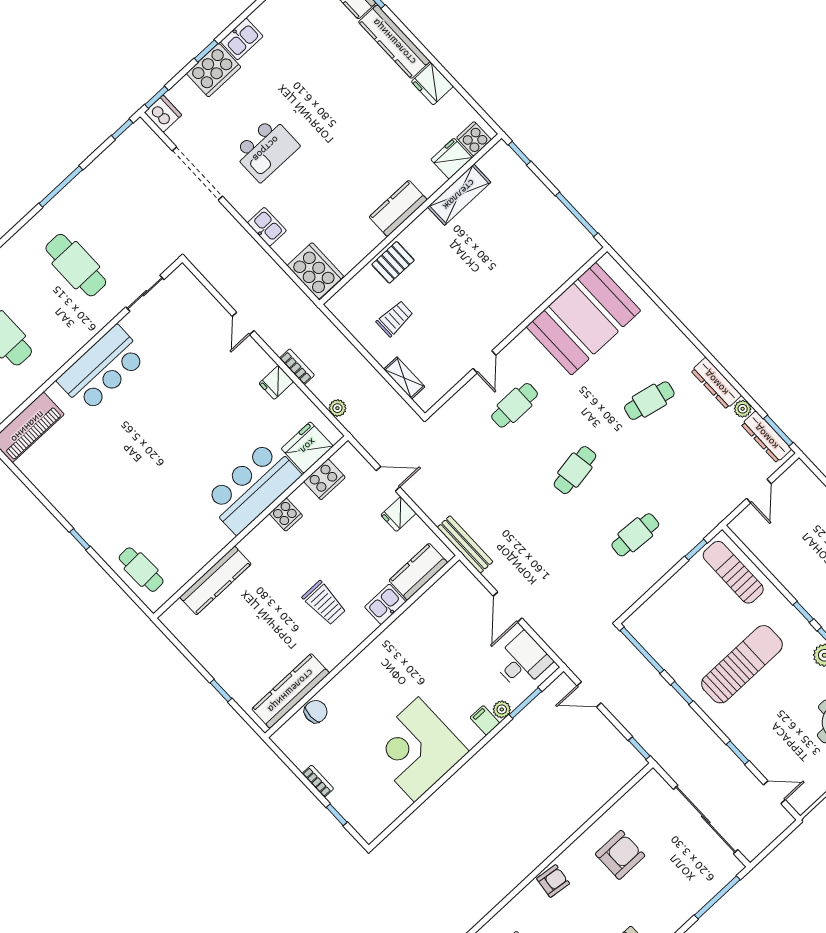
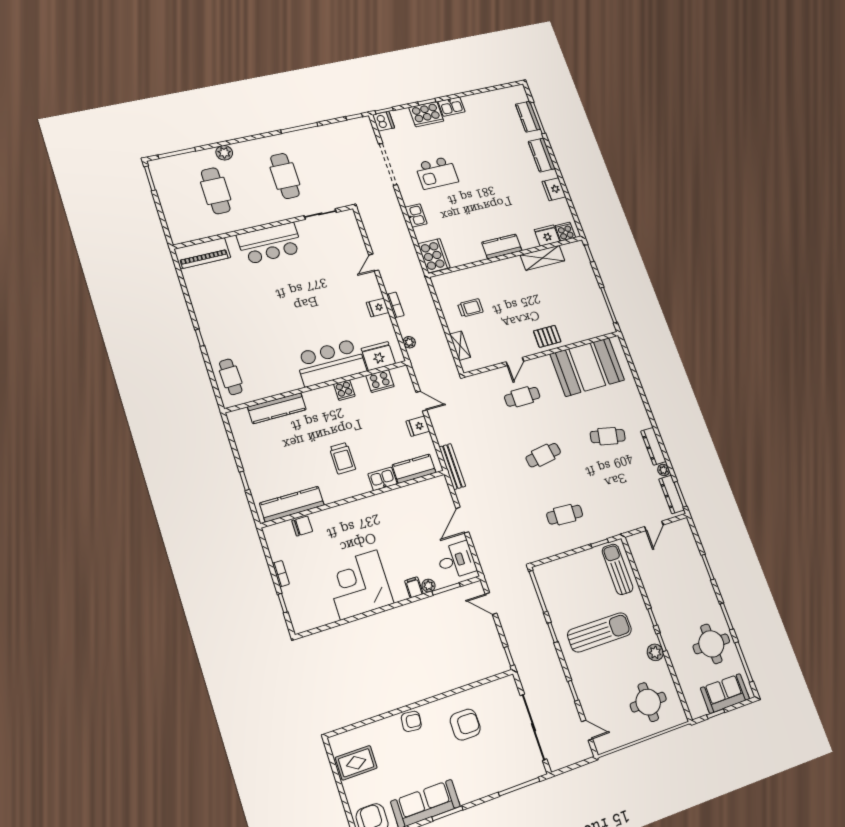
kitchen counter: (394, 42) -> (542, 155), width x0.67
pallet: (393, 262) -> (547, 336), moved

